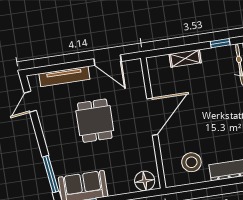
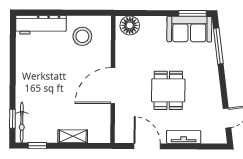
tv unit: (64, 77) -> (184, 137), width x0.71

